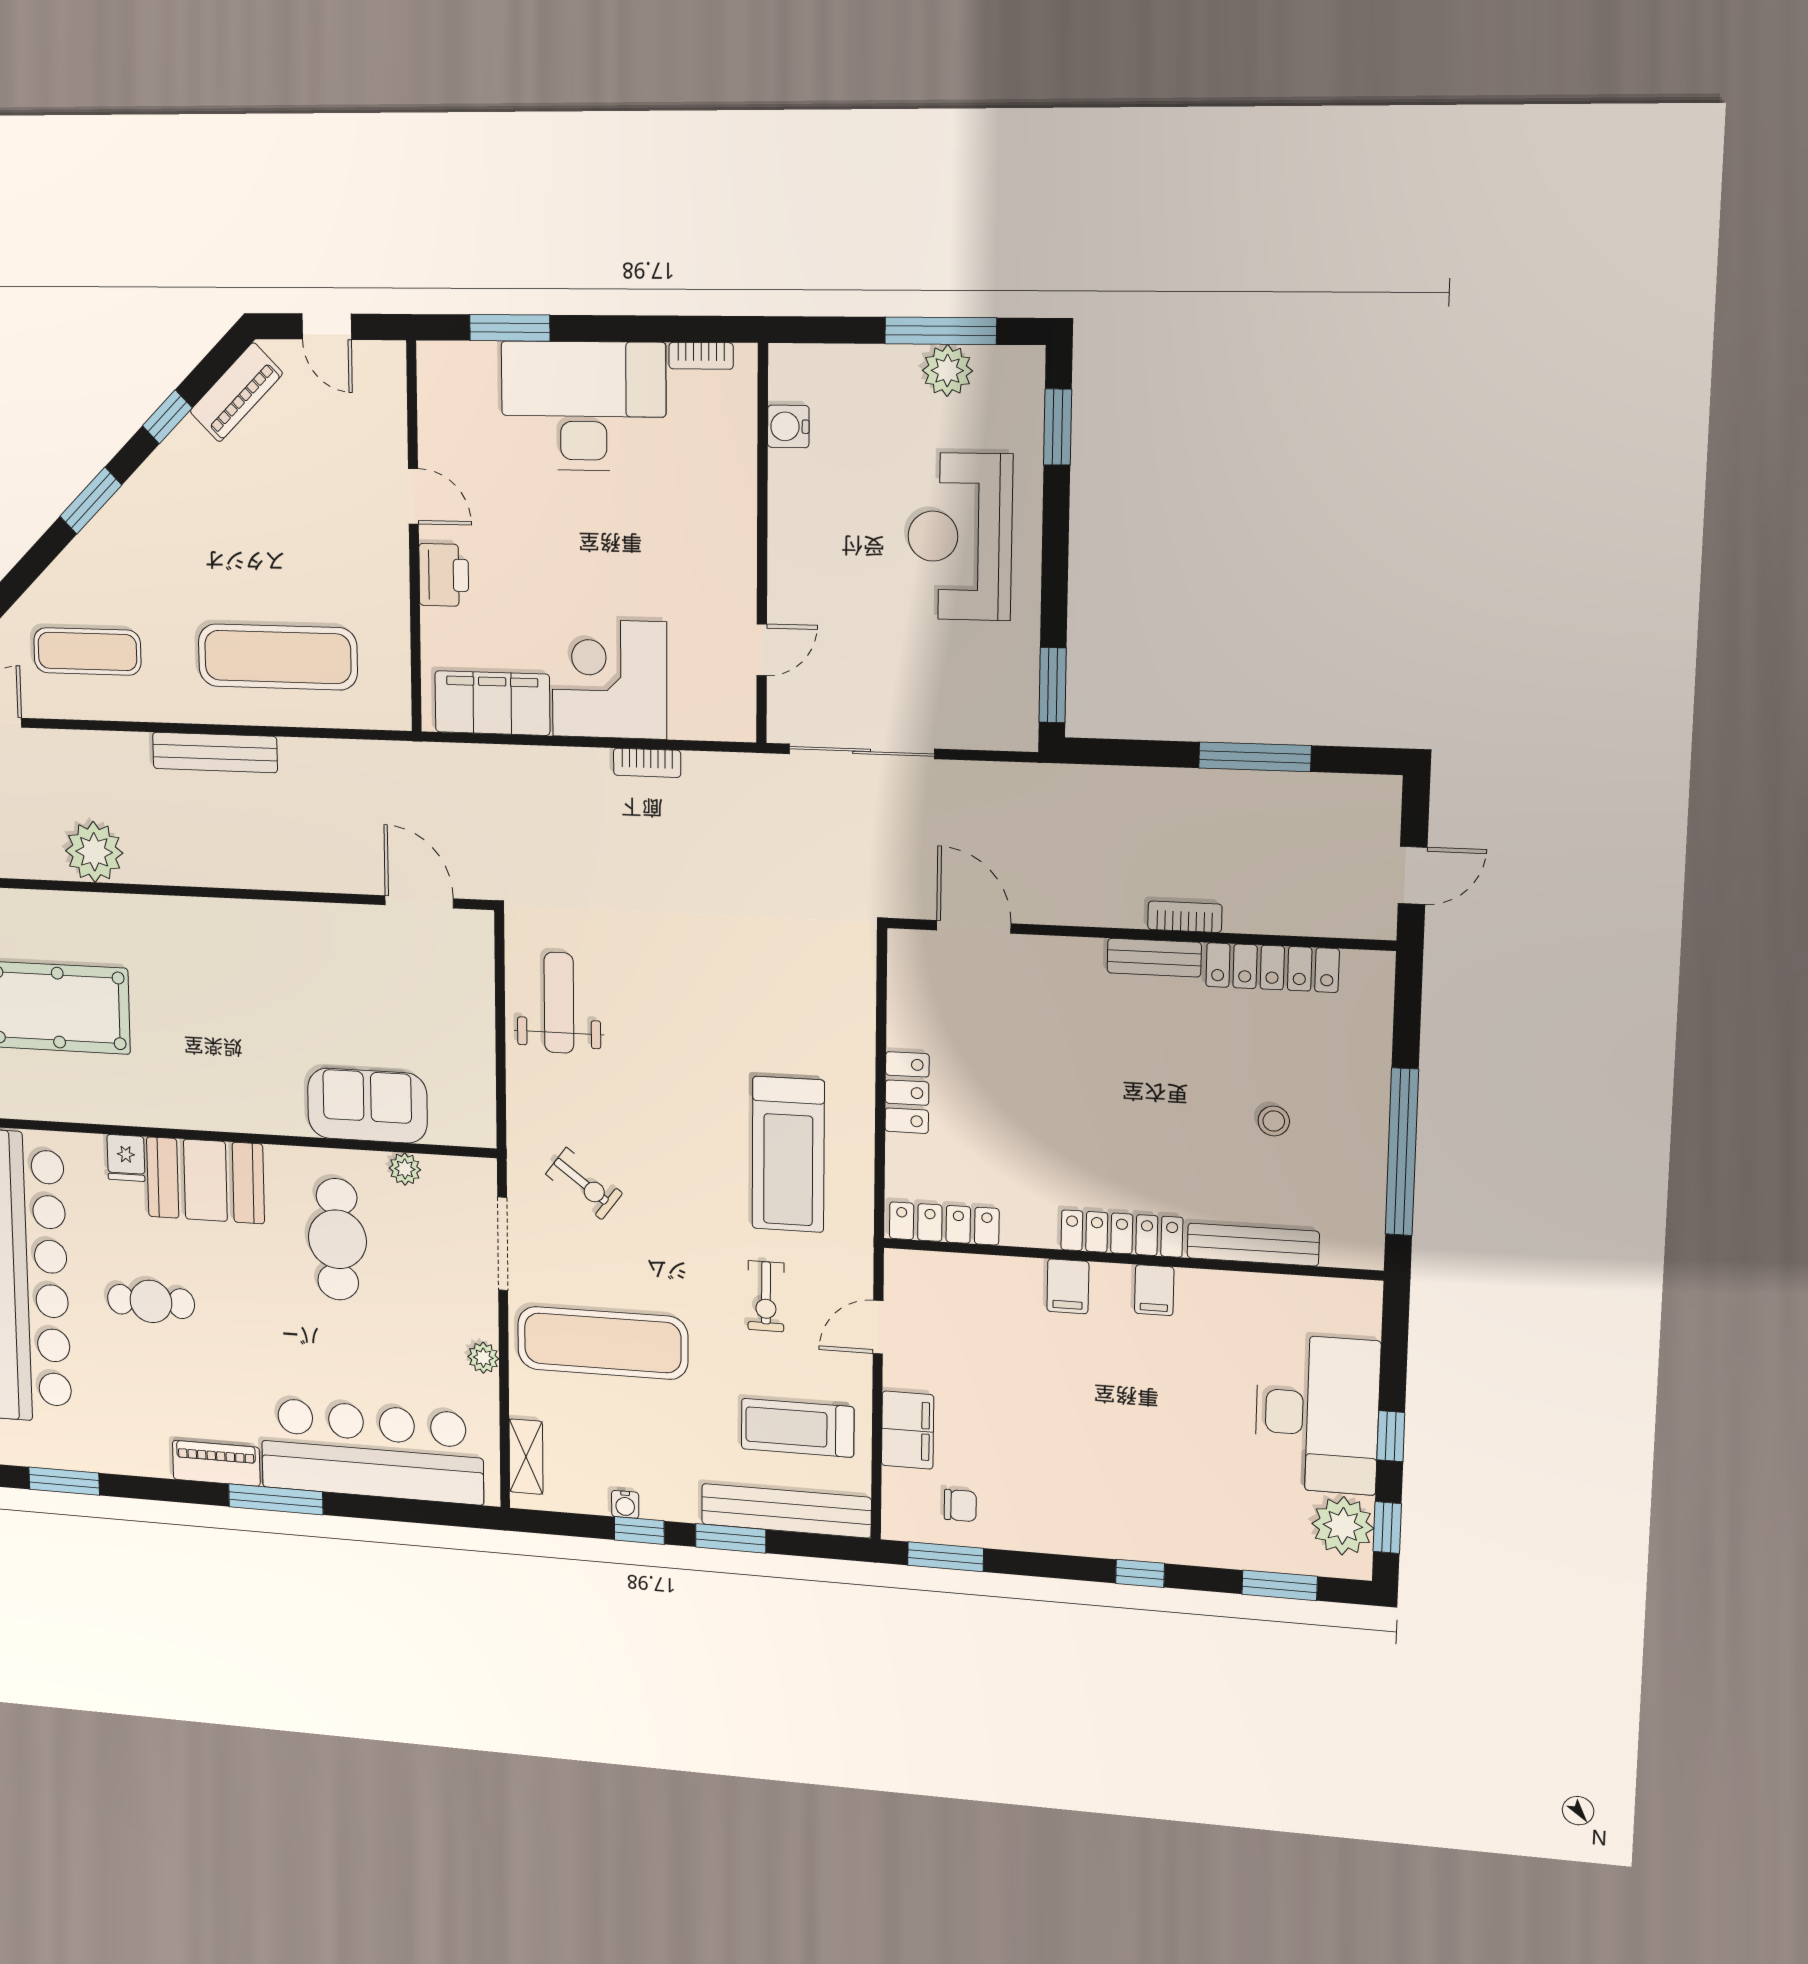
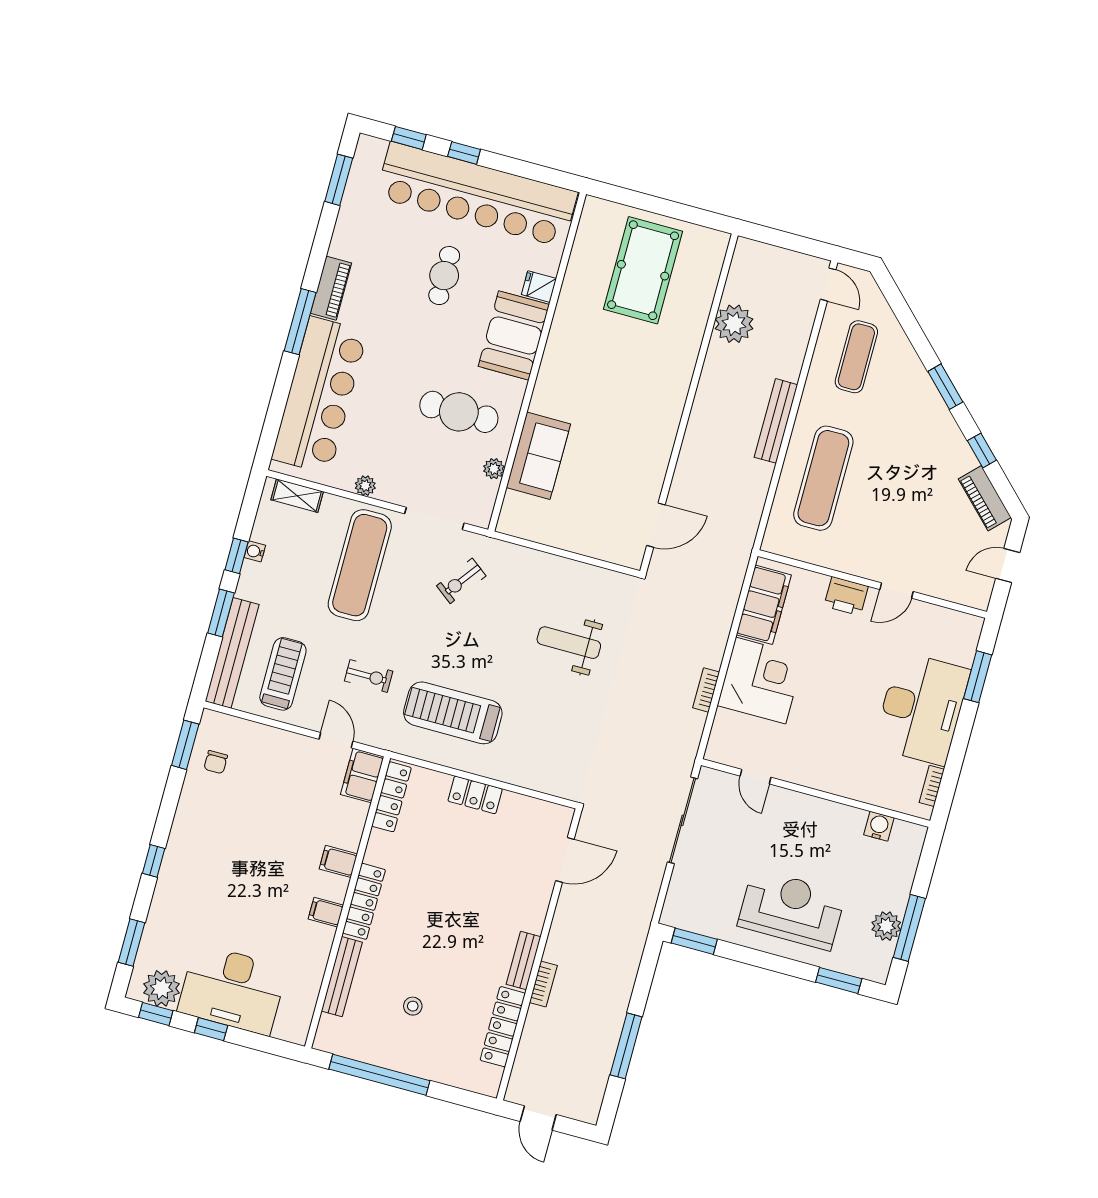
weight bench: (559, 1003) -> (569, 643), moved, turned 180
exercise bike: (766, 1296) -> (369, 676), turned 180
filing cabinet: (908, 1430) -> (362, 775), moved, turned 90

